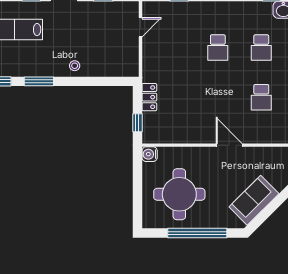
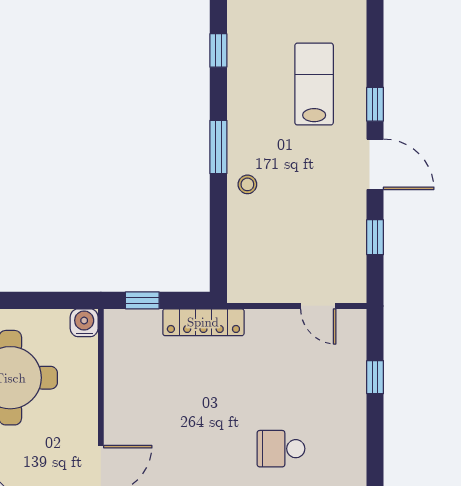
window: (39, 81) -> (218, 147), moved
locker: (149, 97) -> (203, 322), width x1.53

